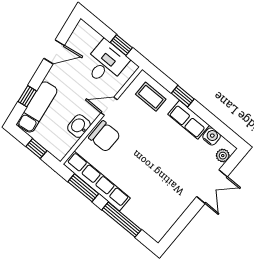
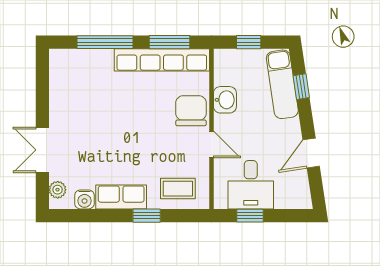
door: (109, 106) -> (211, 145), hinge flipped
chair: (105, 136) -> (191, 111), turned 90

